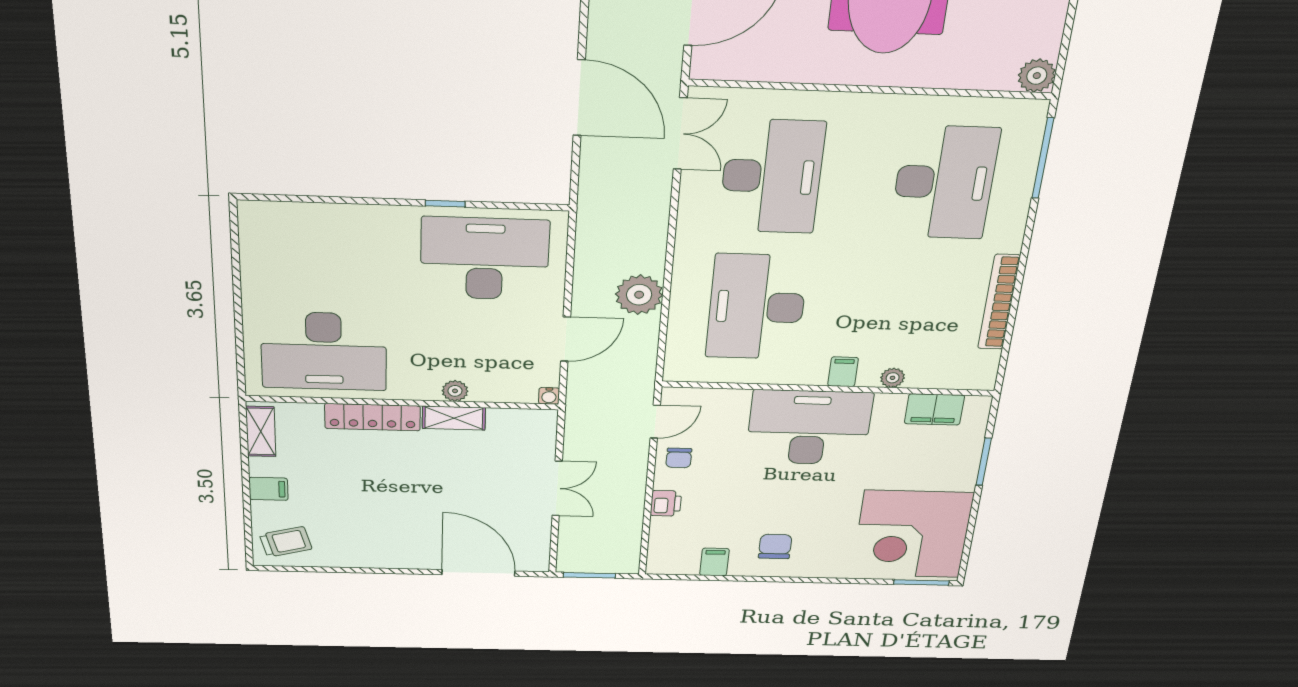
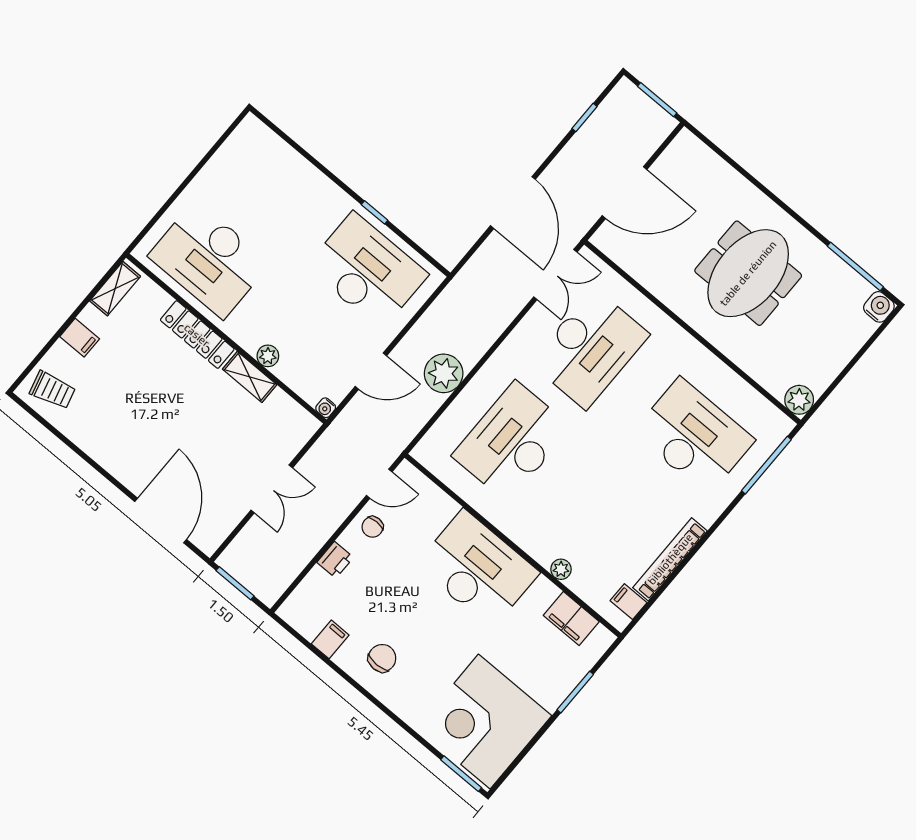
desk: (944, 182) -> (694, 436), turned -90
filing cabinet: (843, 372) -> (629, 602), moved, turned -90

